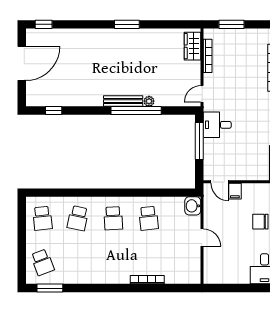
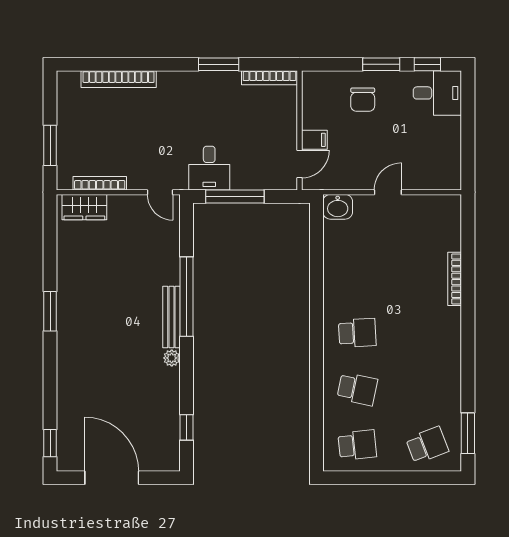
plant: (149, 101) -> (172, 358), moved
school desk: (149, 218) -> (357, 277), removed

